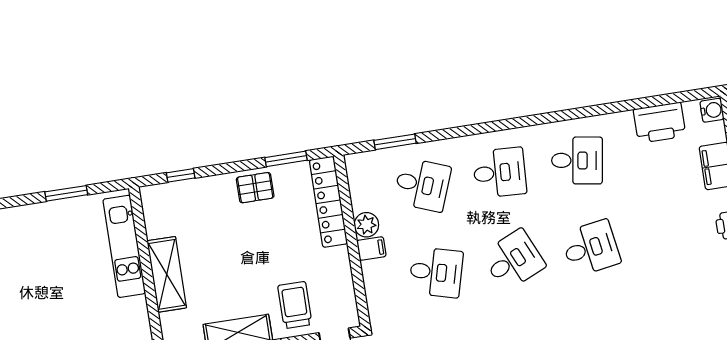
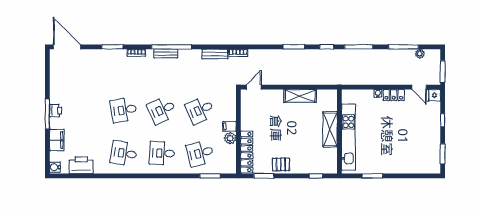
desk: (422, 185) -> (200, 153), turned -36
kitchen unit: (124, 246) -> (348, 137), width x1.36
desk: (436, 272) -> (200, 110), turned -39
trolley: (295, 305) -> (271, 105), removed

